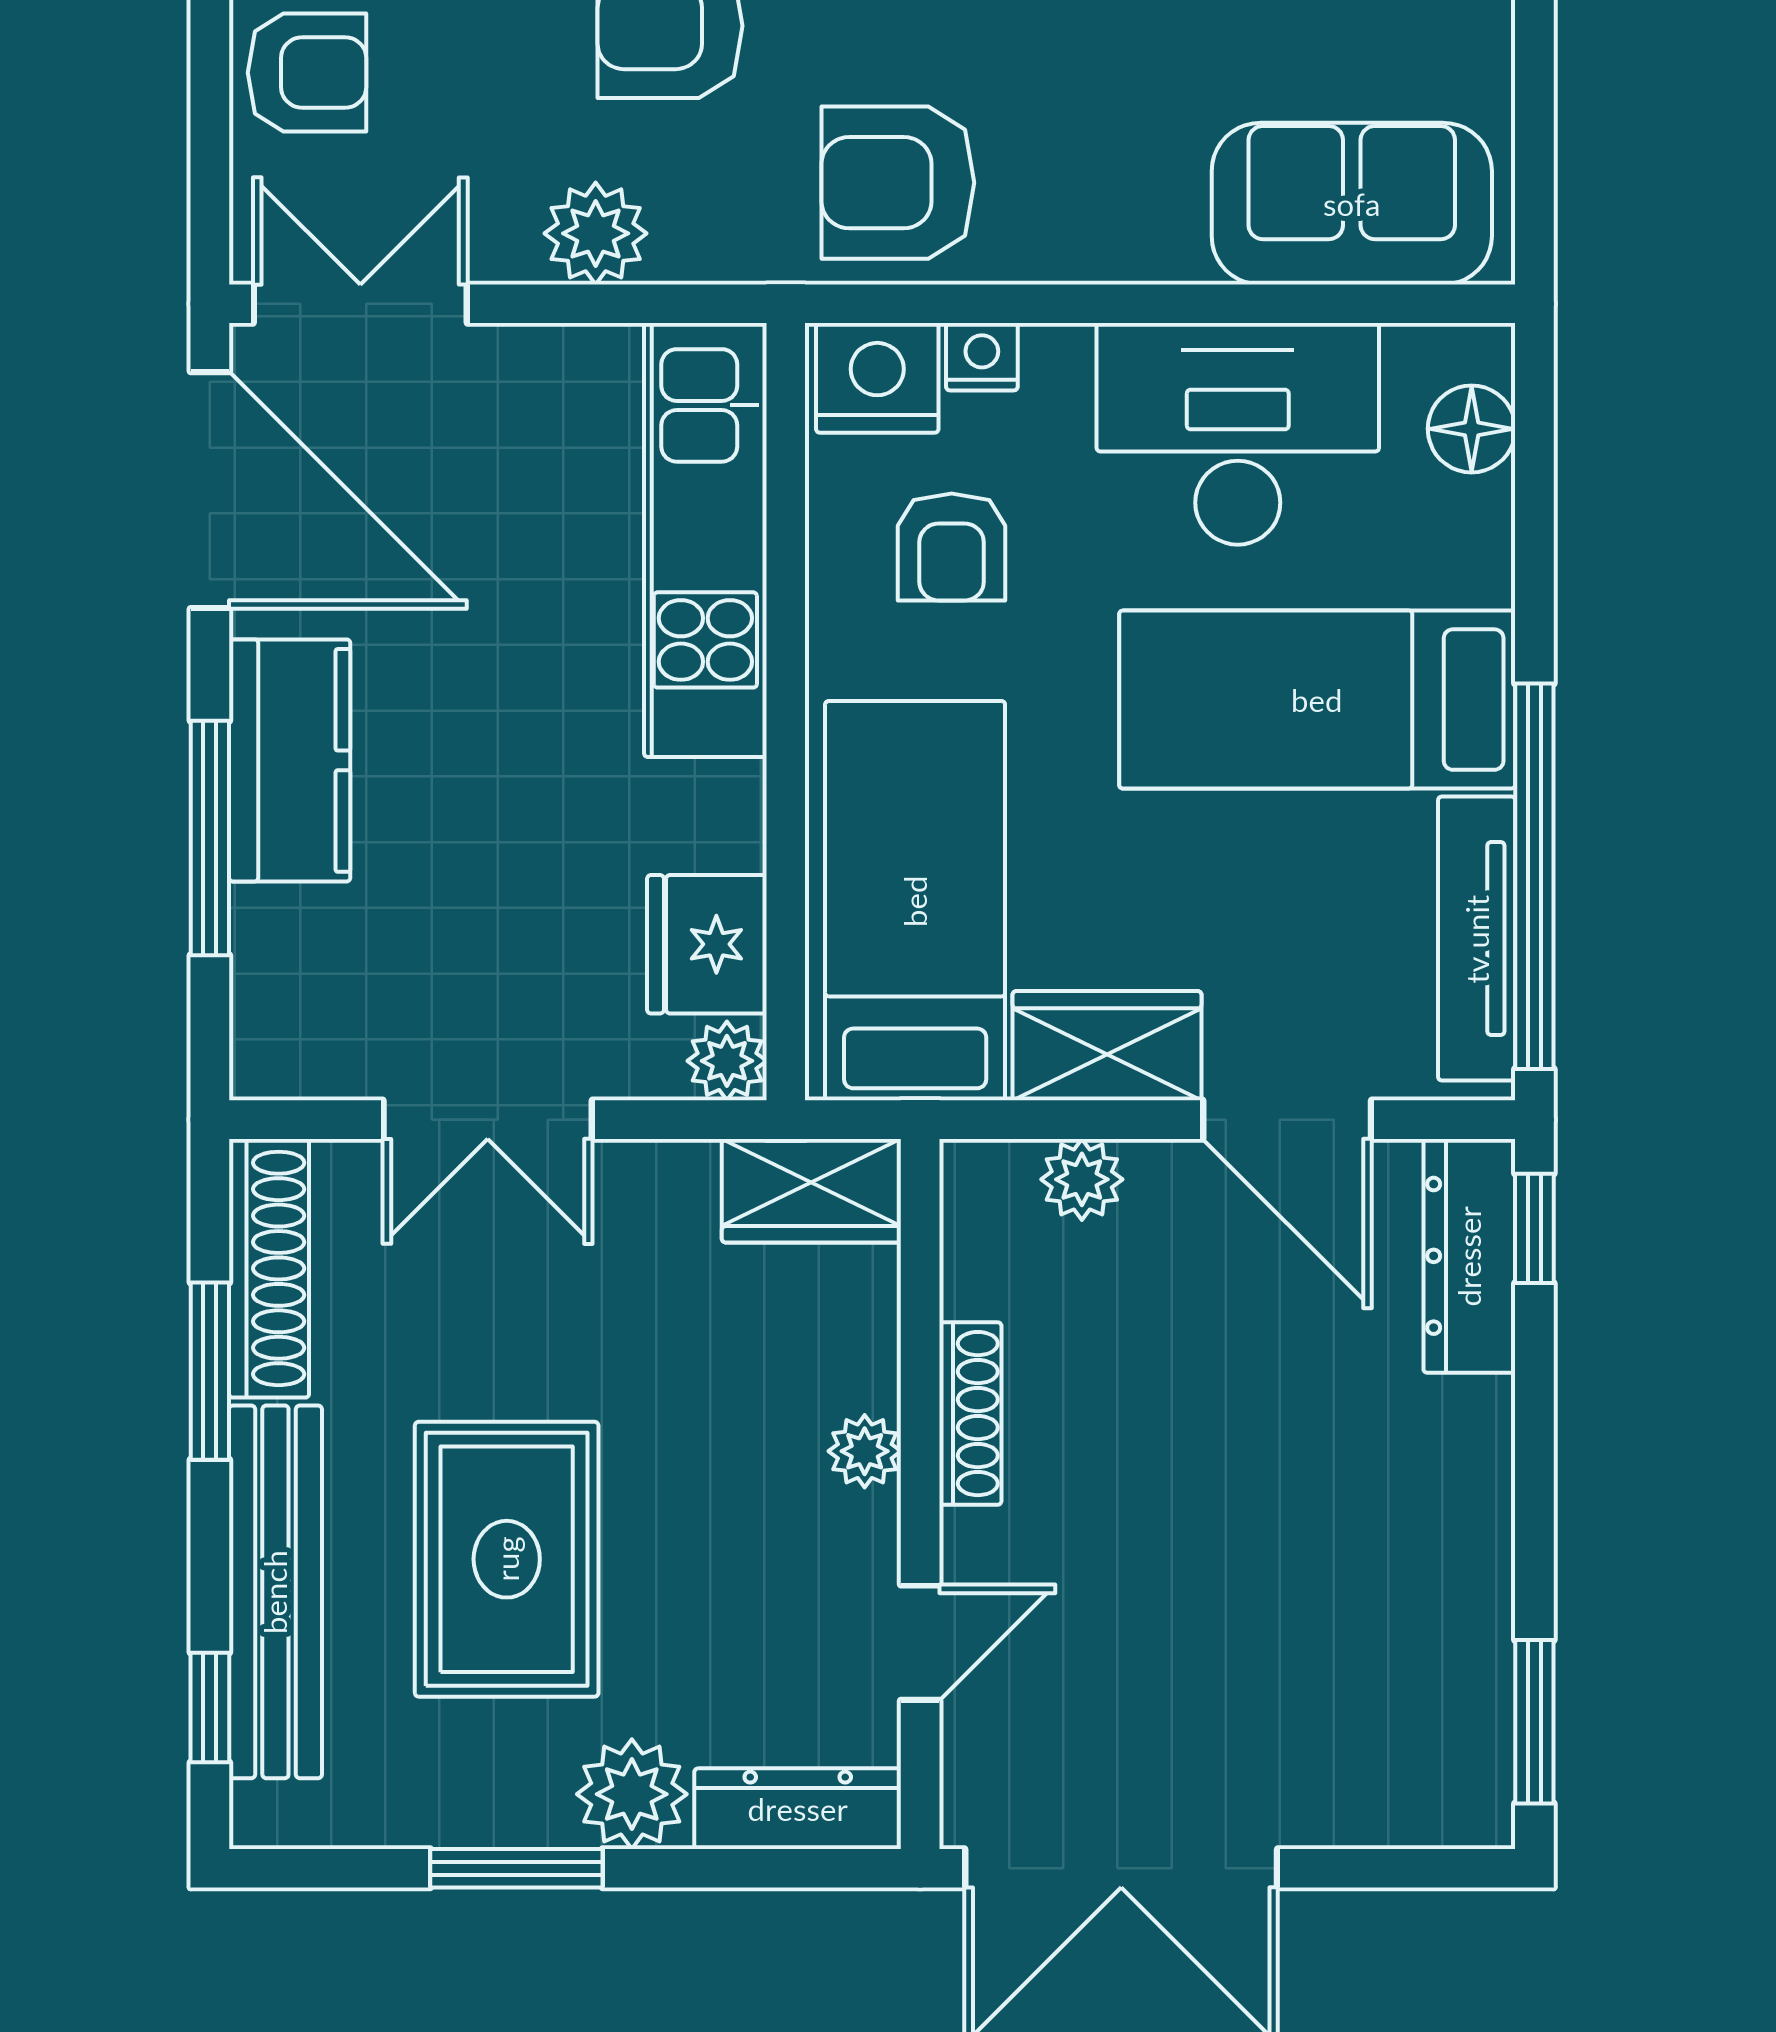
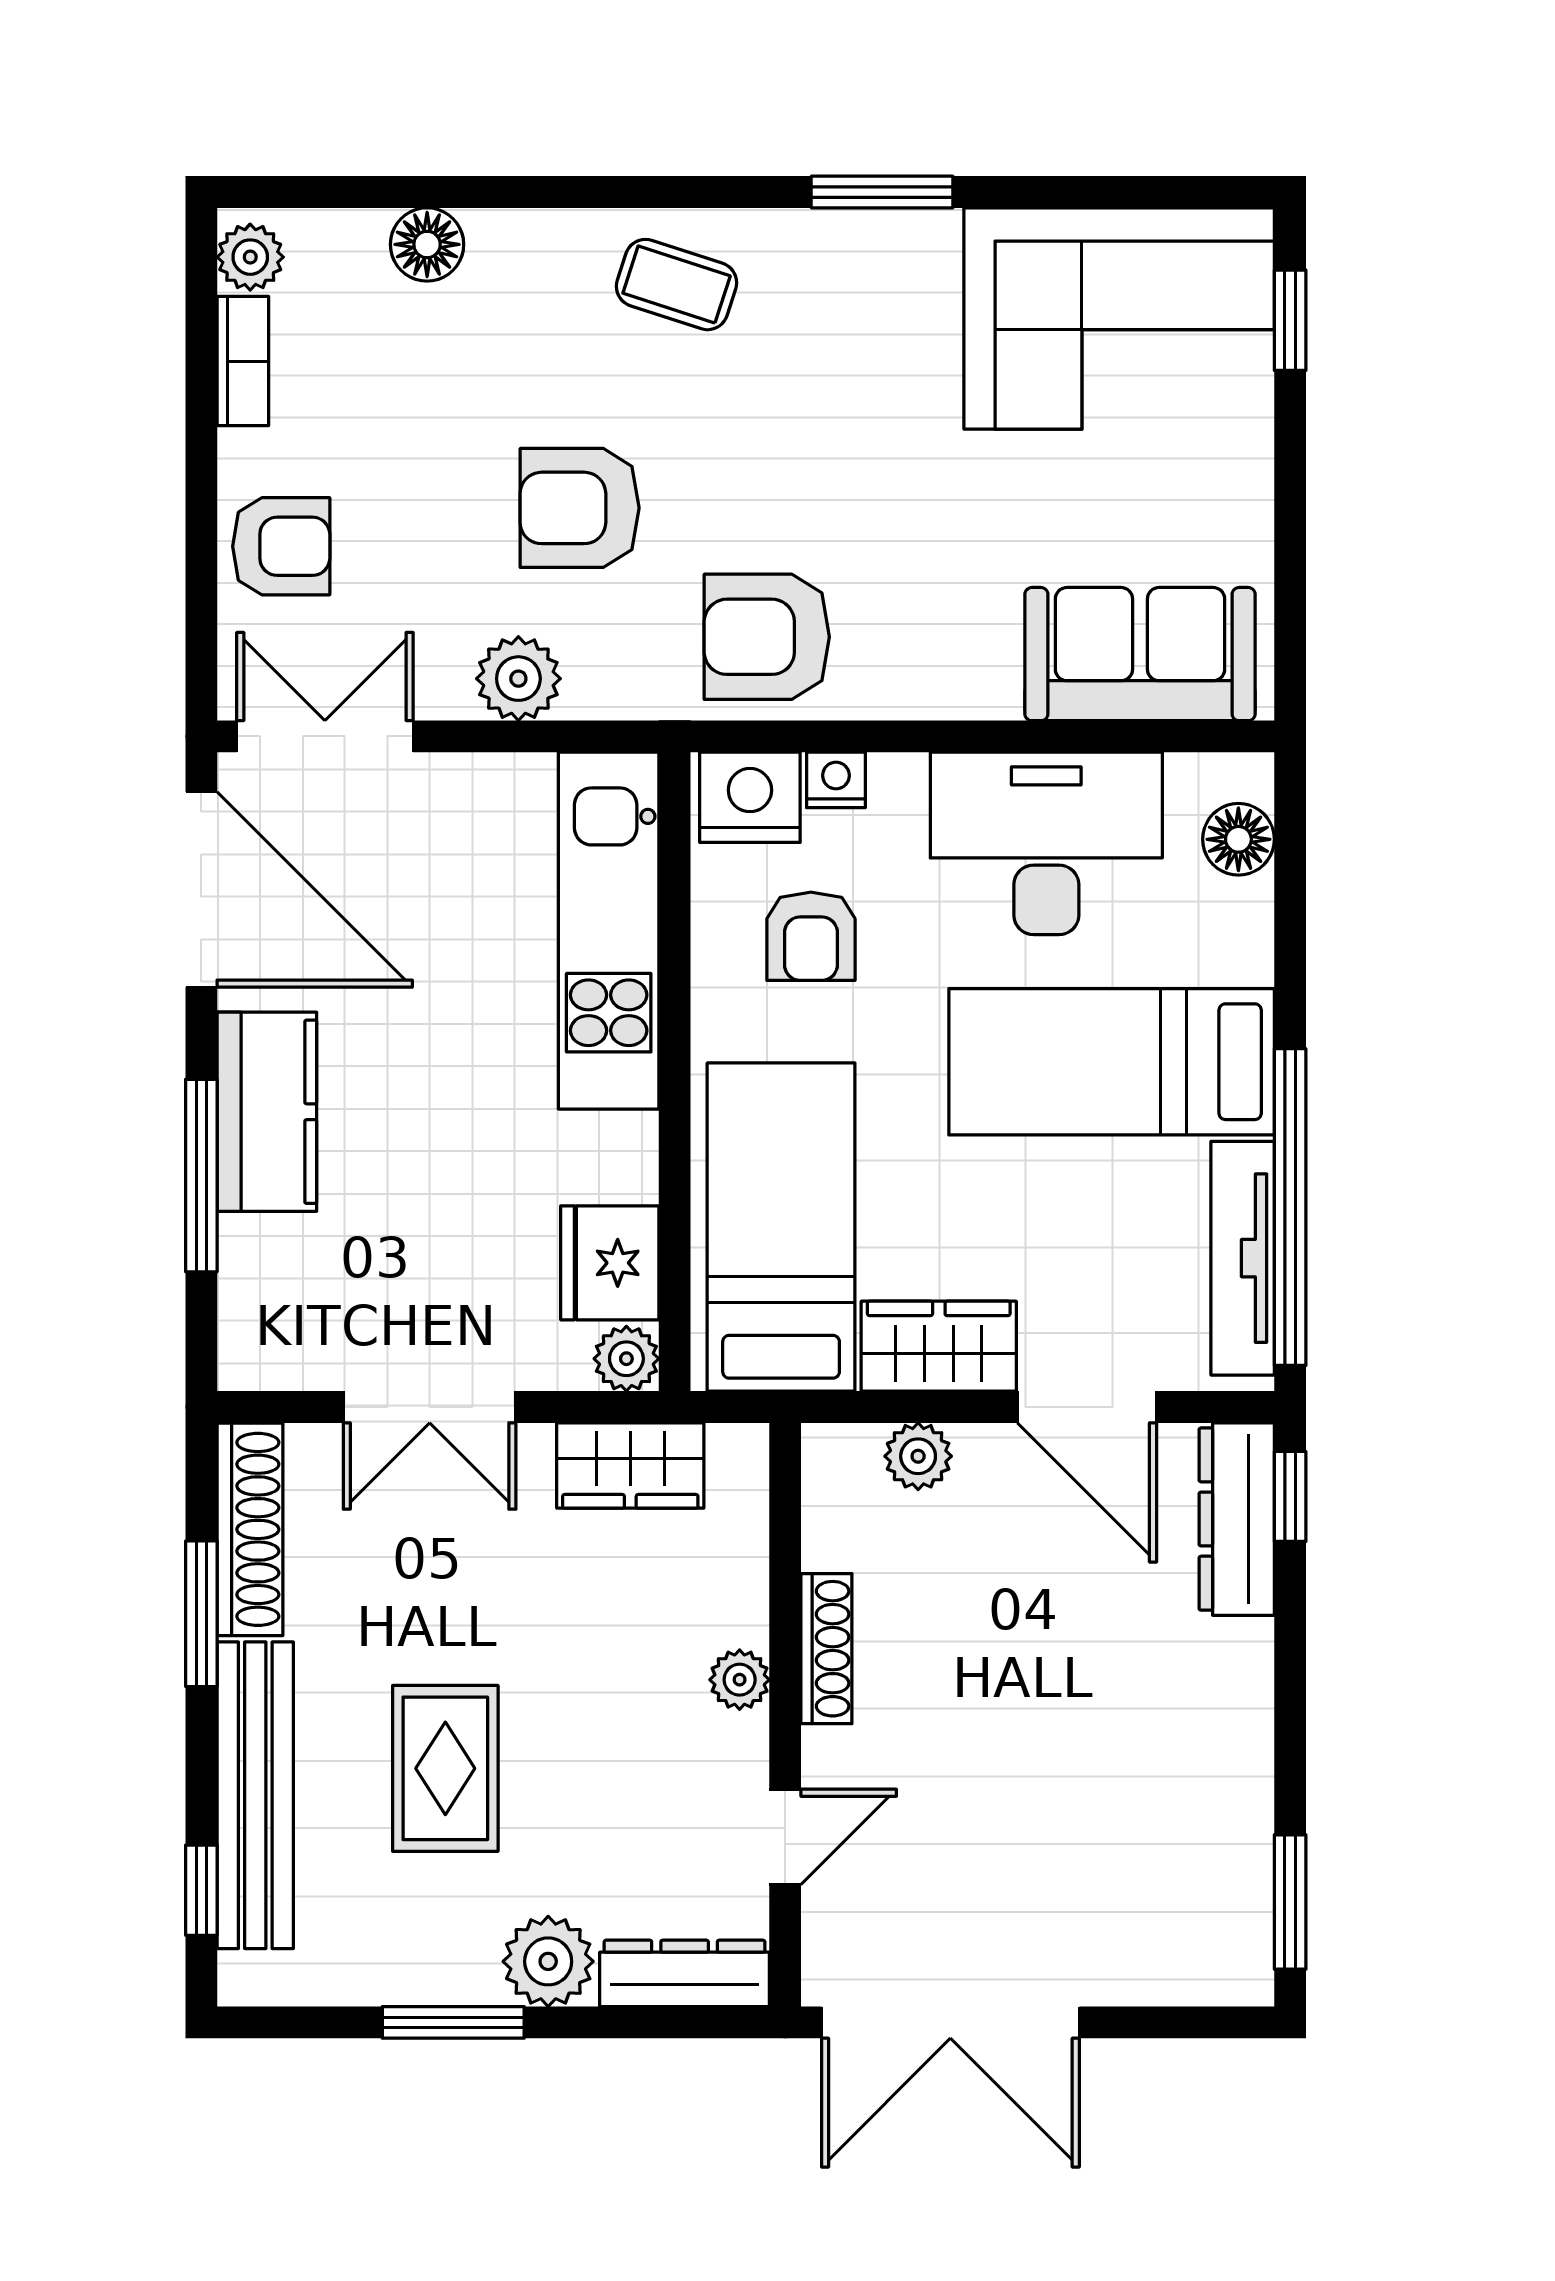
wardrobe: (811, 1191) -> (630, 1465), moved
rug: (507, 1559) -> (445, 1768), width x0.73, depth x0.70

